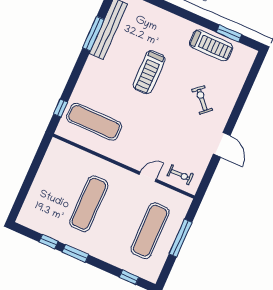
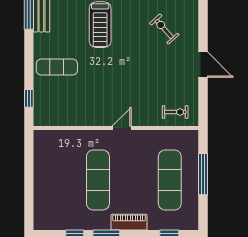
exercise mat: (94, 122) -> (57, 67), moved, width x0.73, depth x0.69
door: (148, 177) -> (122, 128), moved
piano: (99, 251) -> (129, 222), added

